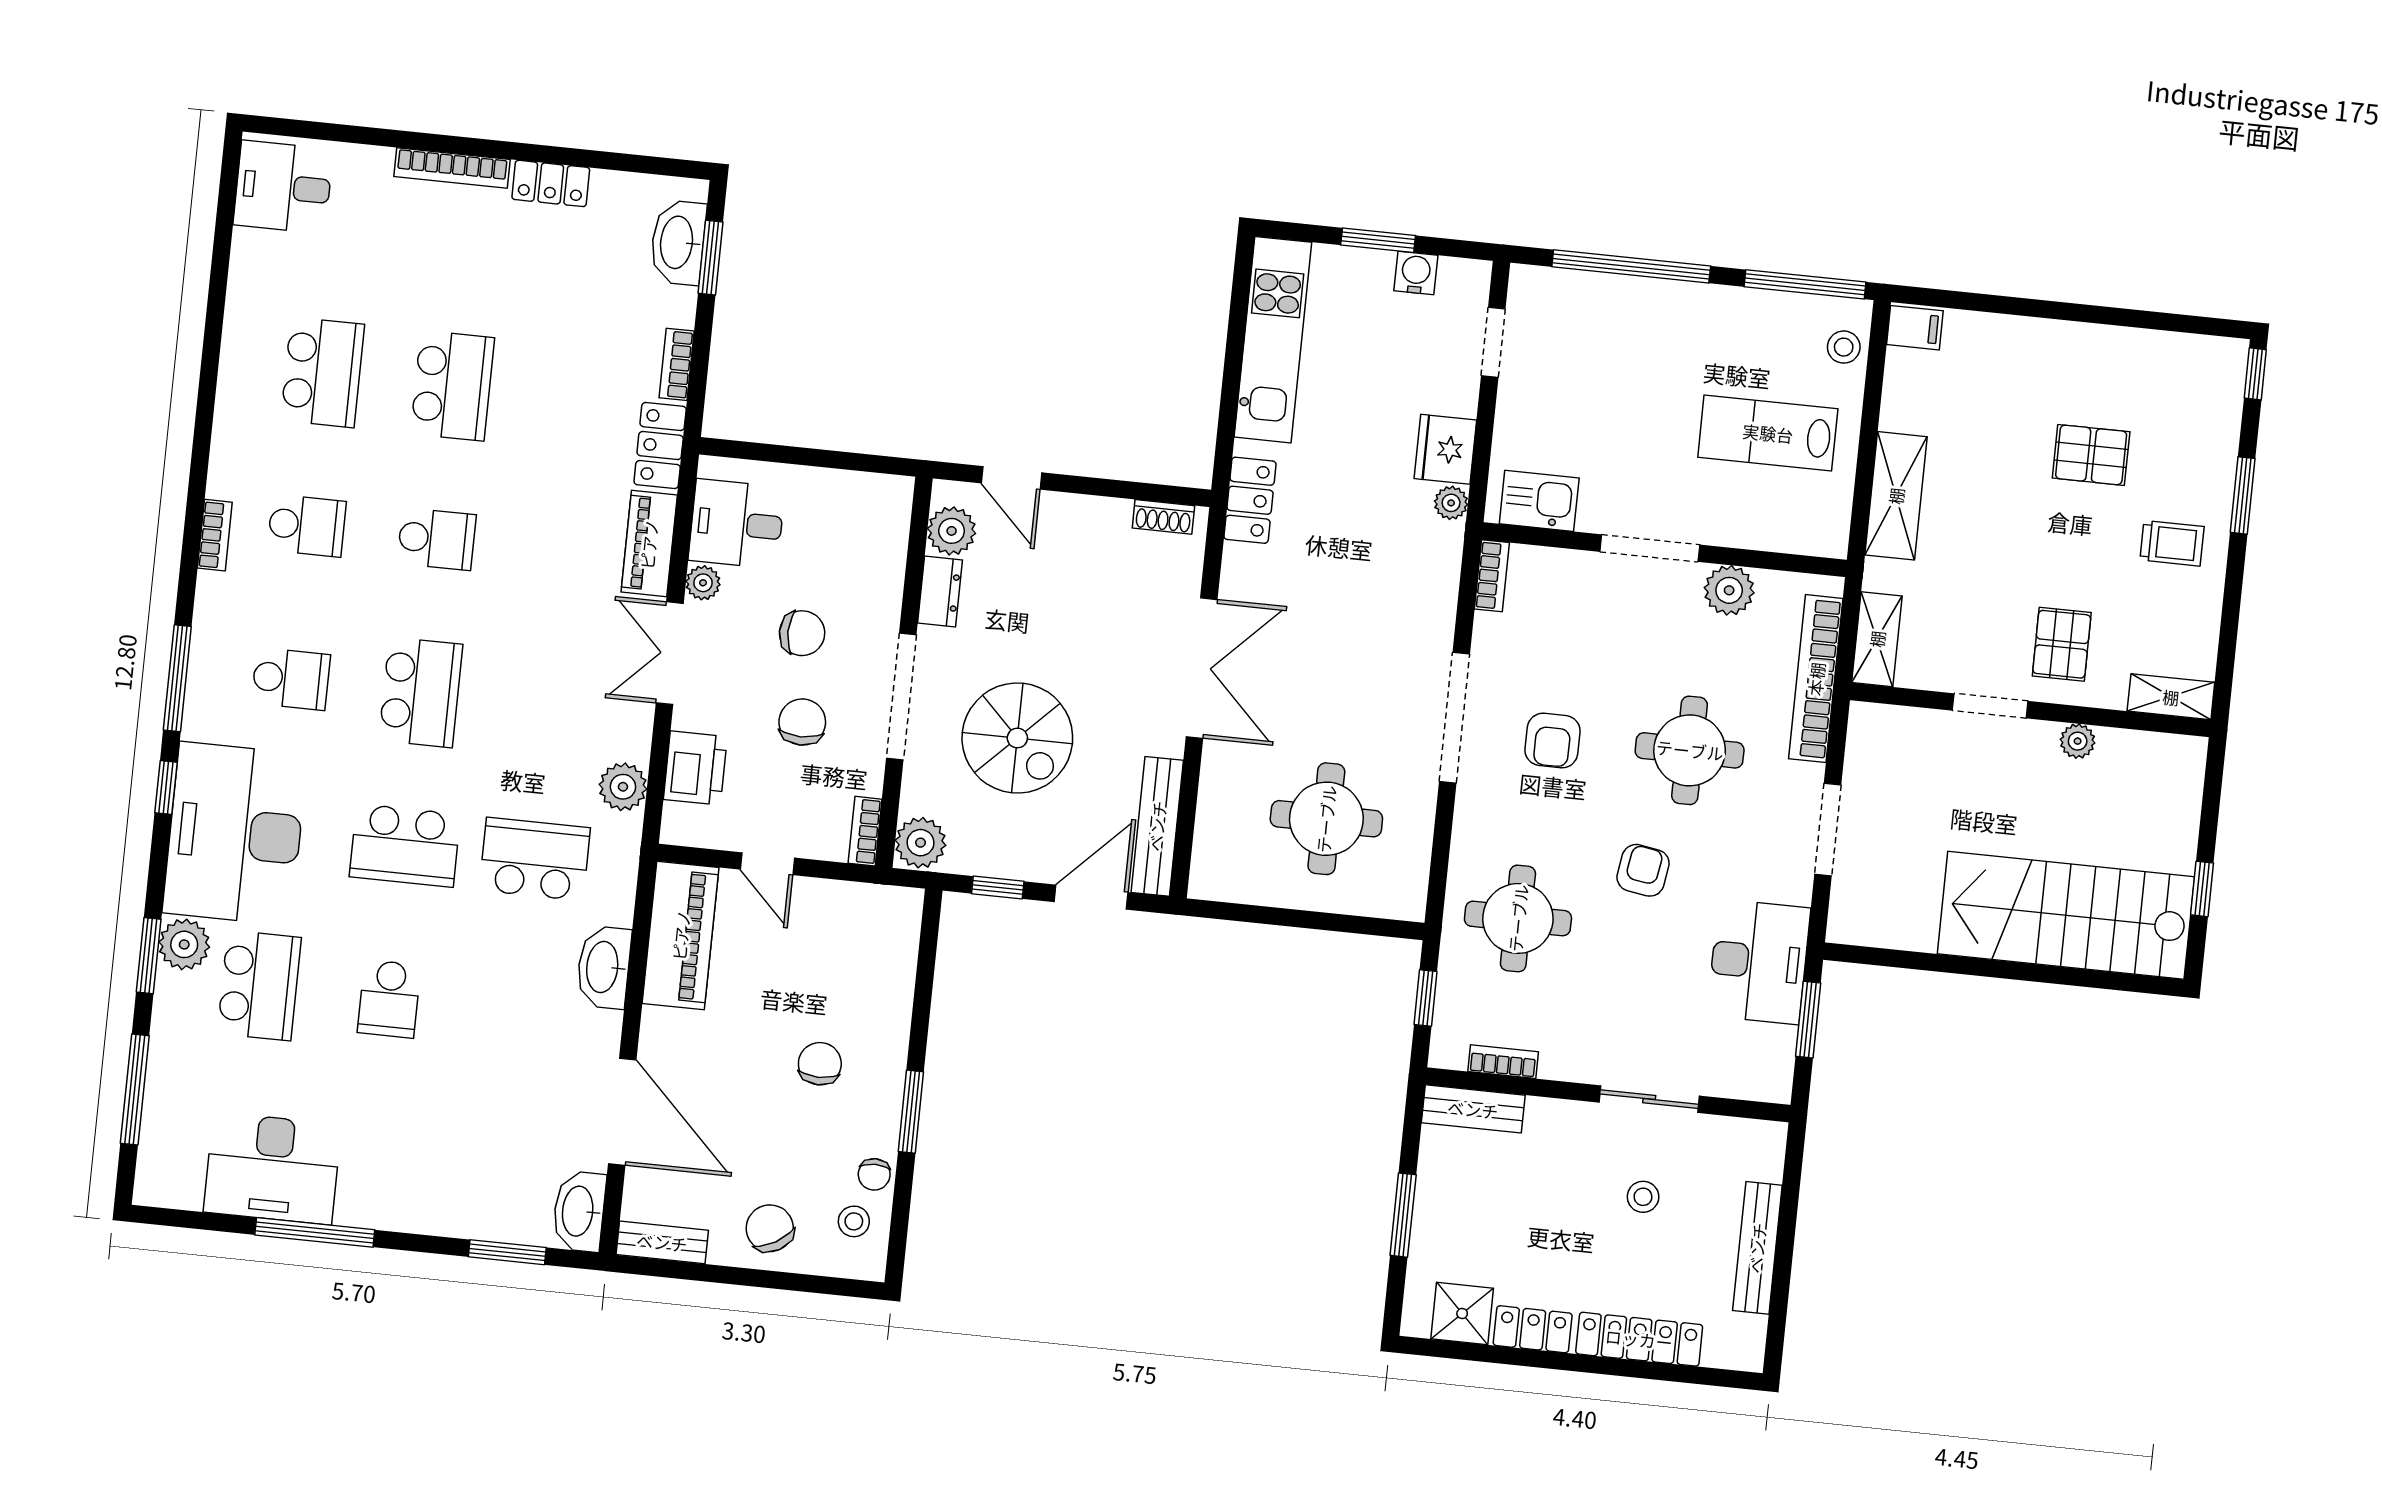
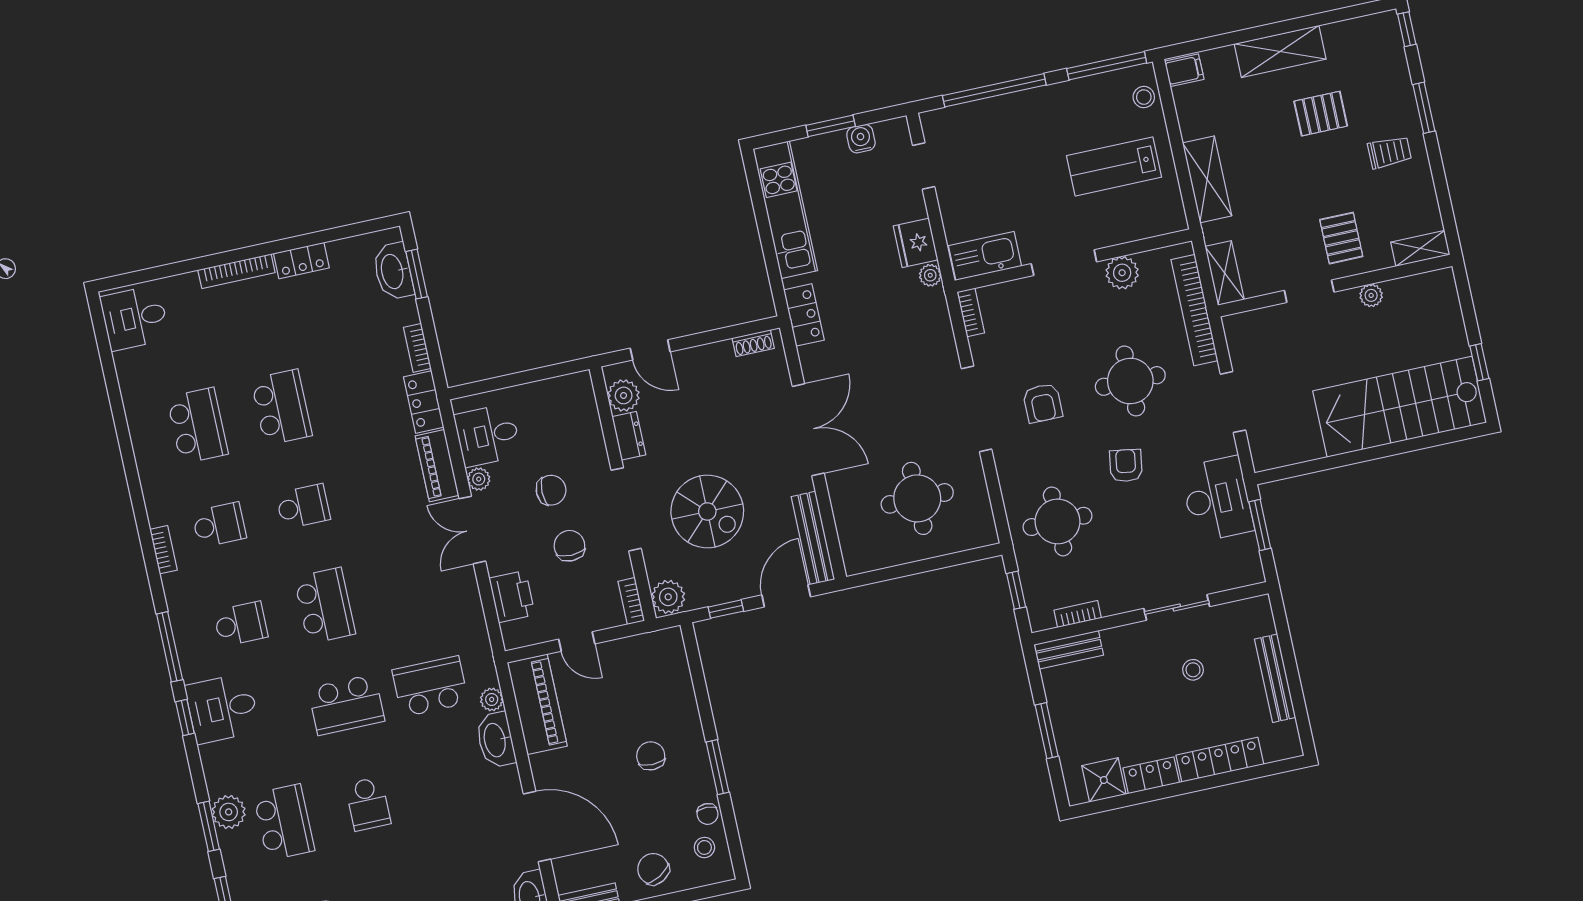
shelving: (2062, 346) -> (1280, 52), added
kitchen sink: (1539, 501) -> (985, 256), width x1.38
plant: (623, 787) -> (492, 699), moved, width x0.73, depth x0.73
desk: (235, 834) -> (222, 708), width x0.53, depth x0.77

